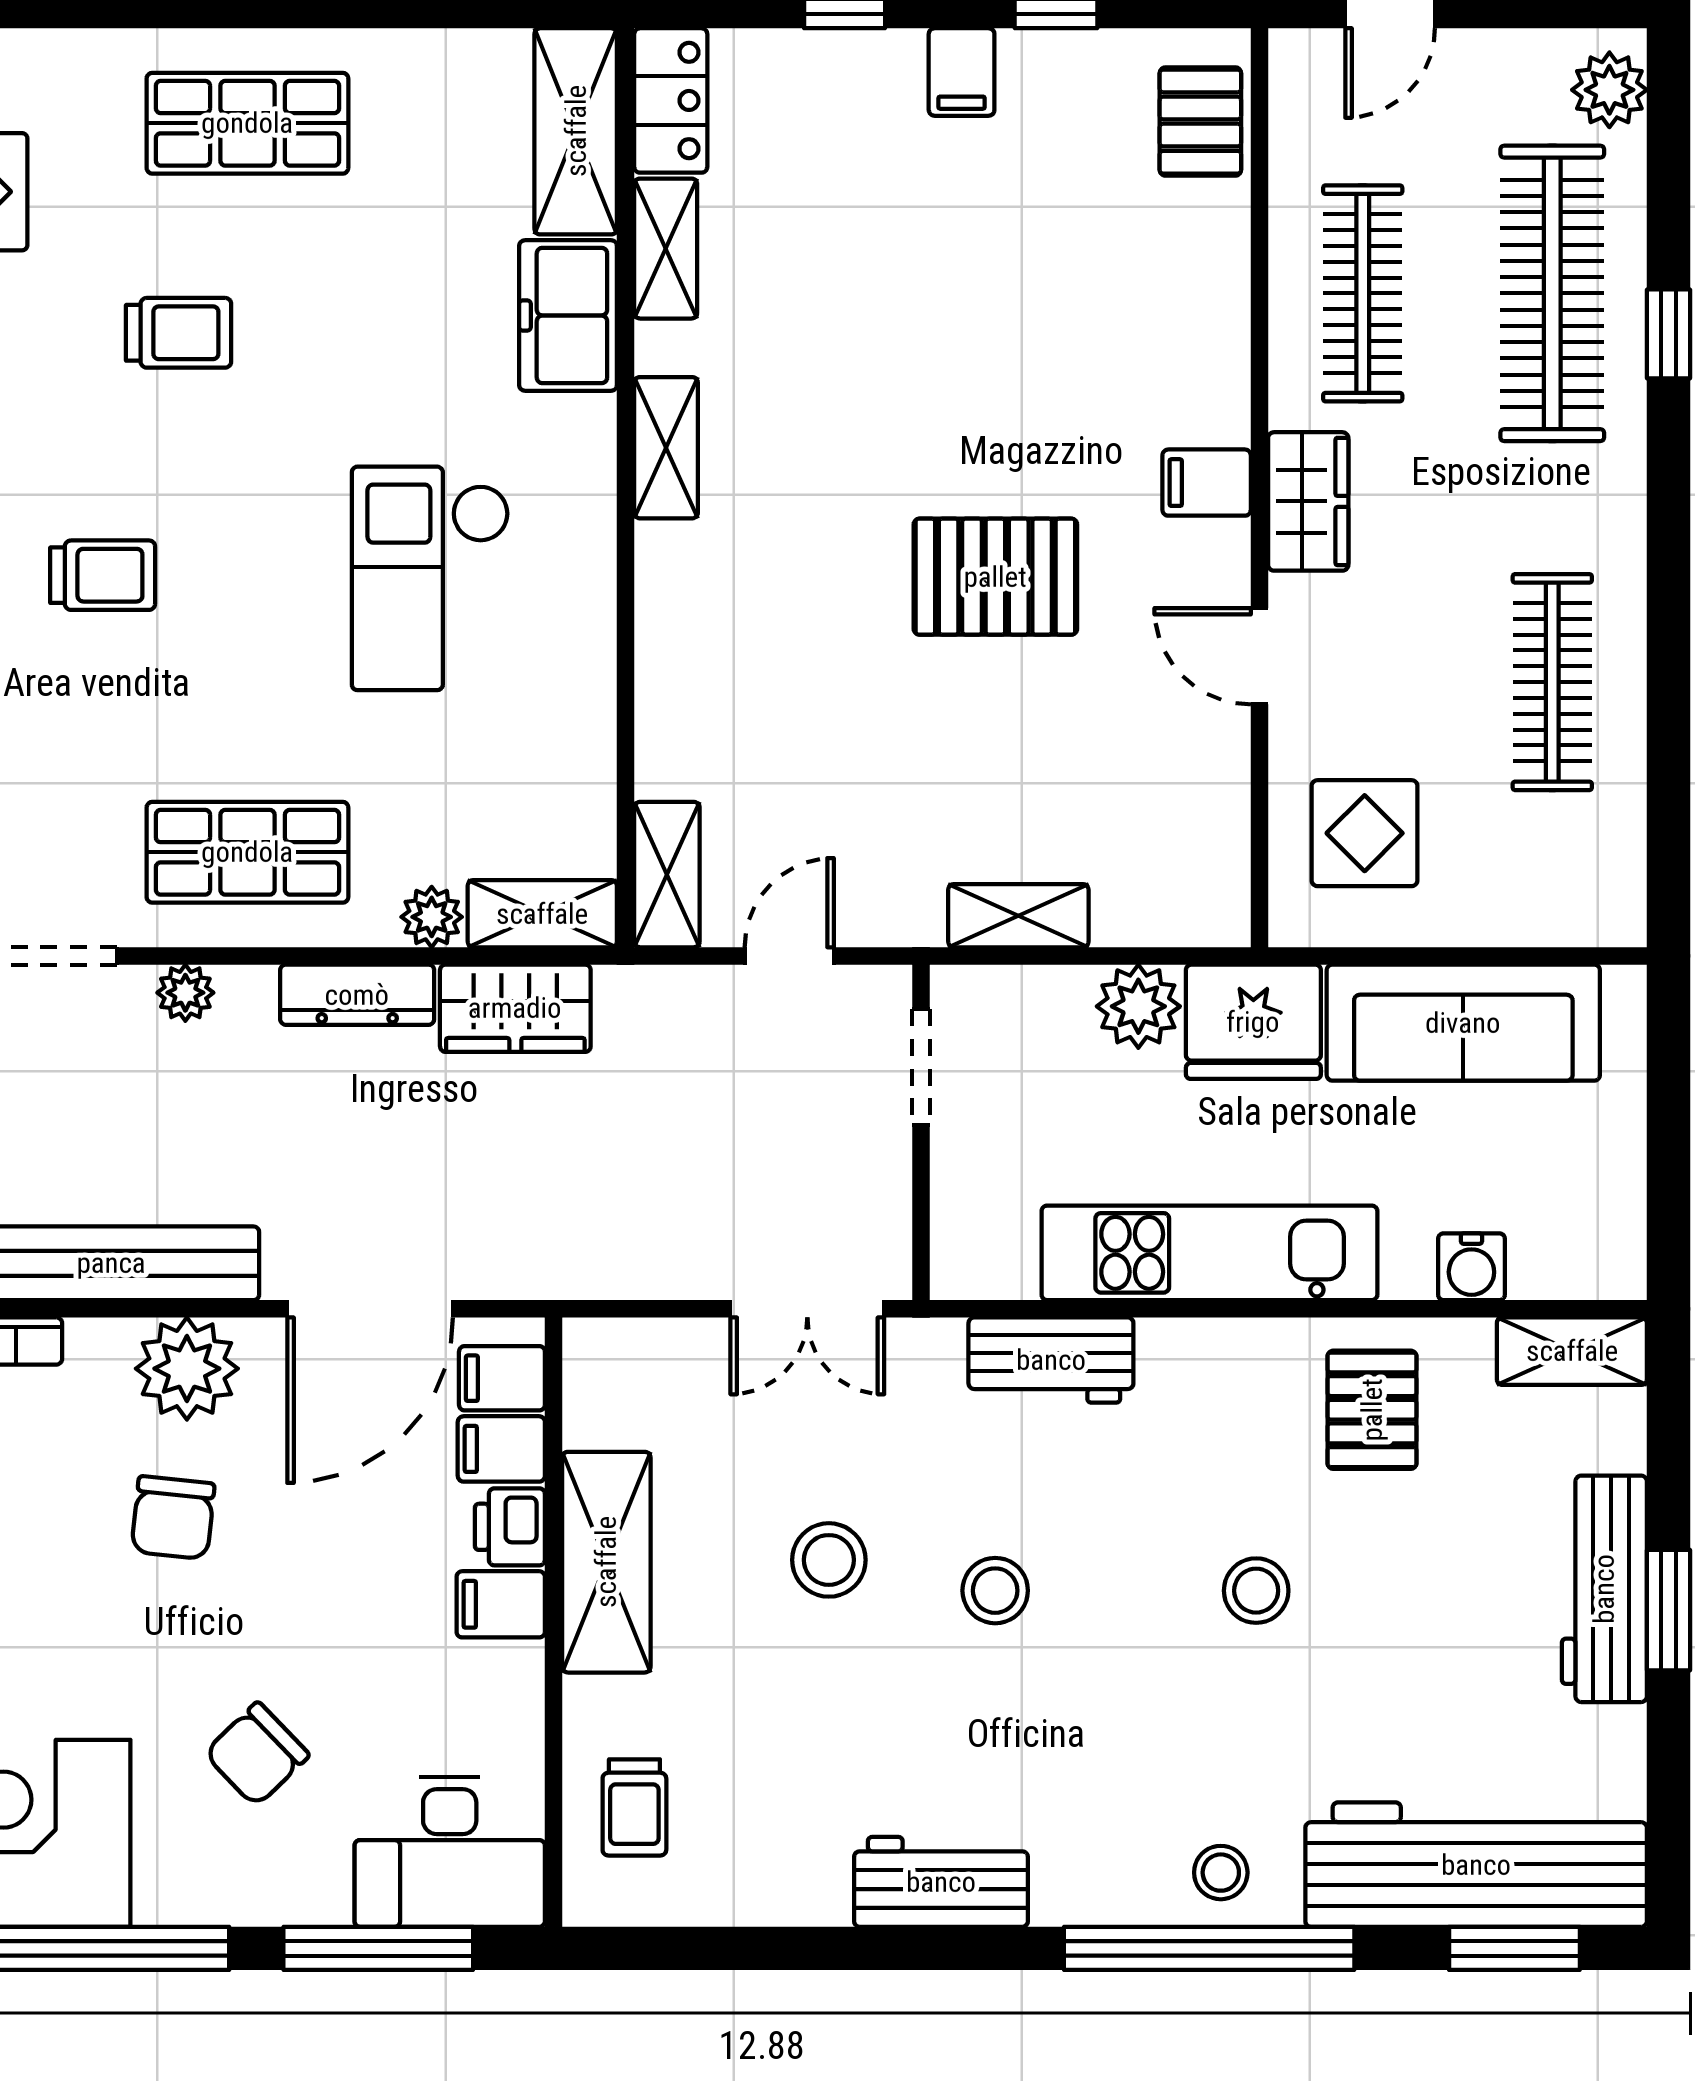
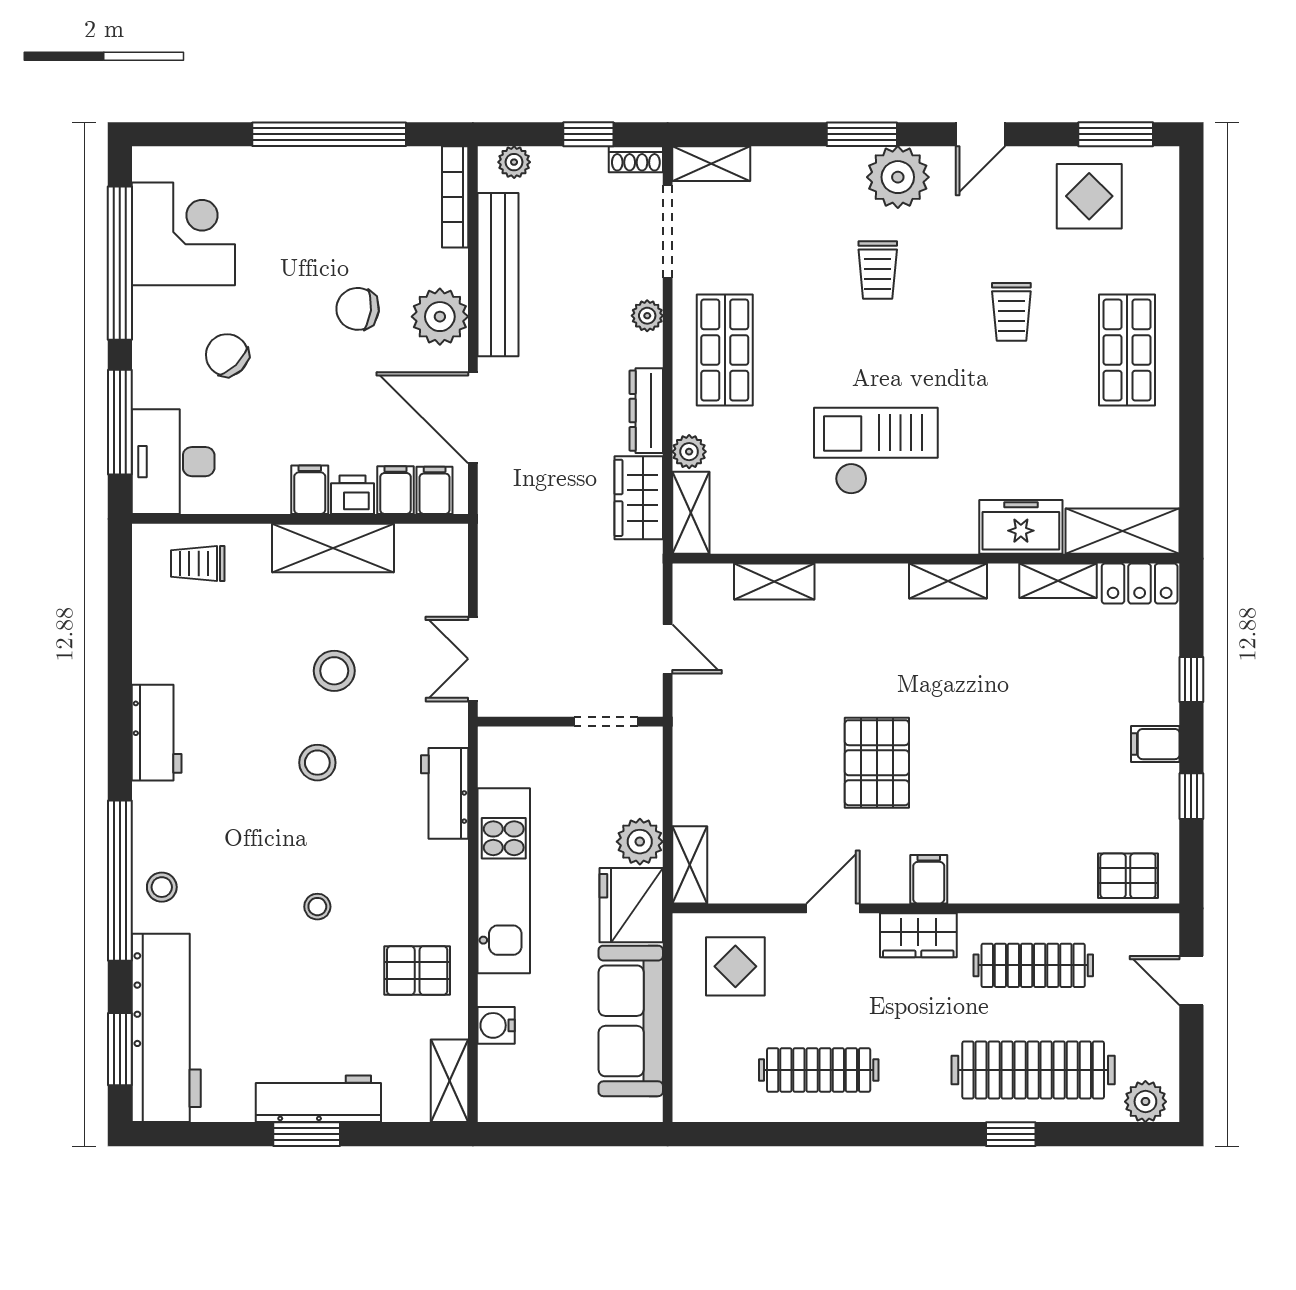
shelving: (667, 875) -> (774, 581), moved
shelving: (1018, 916) -> (690, 865), moved
stool: (1256, 1591) -> (317, 907), width x0.73, depth x0.73

